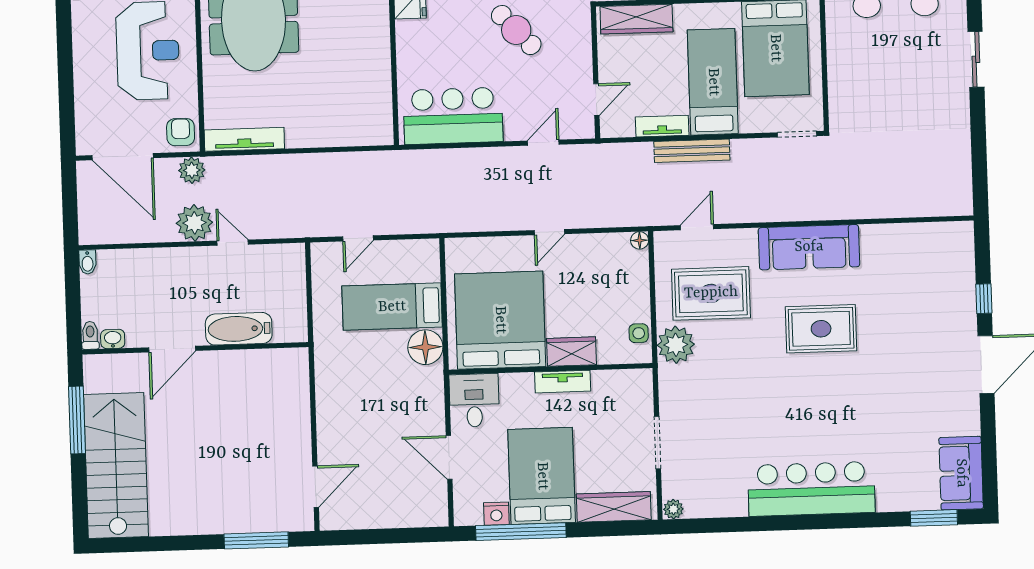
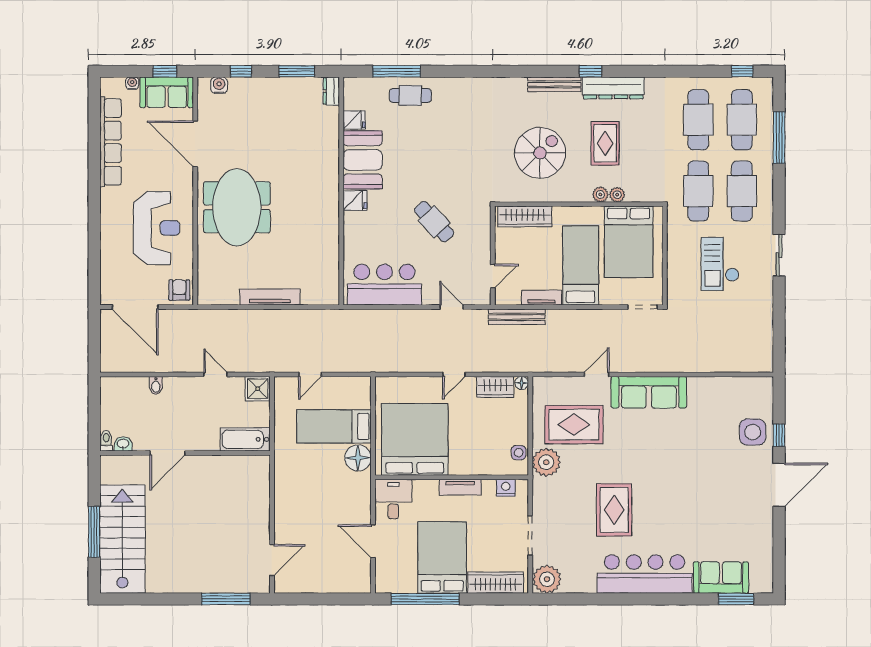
checkout: (898, 74) -> (720, 264), added
tv unit: (244, 139) -> (270, 297), moved
door: (543, 143) -> (452, 307), hinge flipped
bench: (692, 151) -> (517, 317), moved
plant: (192, 170) -> (187, 319), removed
plant: (194, 223) -> (187, 359), removed
door: (697, 227) -> (597, 374), moved
shower: (289, 260) -> (258, 389), added
bidet: (87, 262) -> (156, 385), moved
side table: (949, 296) -> (753, 432), added
bathtub: (239, 329) -> (245, 439), moved
rug: (821, 329) -> (614, 510), moved, turned 90
wardrobe: (572, 352) -> (495, 387), moved, turned 180
window: (77, 420) -> (94, 532), moved
sofa: (961, 473) -> (721, 577), moved, turned 90
plant: (673, 509) -> (547, 579), width x1.88, depth x1.88
nightstand: (496, 514) -> (506, 488), moved, turned 180

